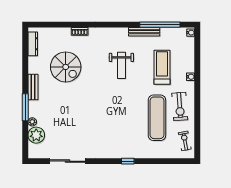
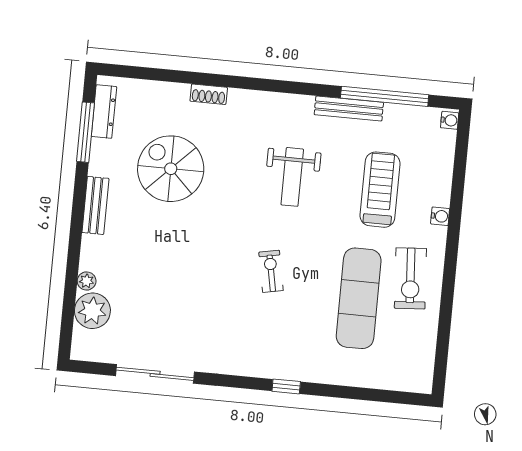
spiral stairs: (66, 67) -> (171, 169), turned 180
window: (25, 107) -> (86, 132), moved
exercise bike: (185, 141) -> (271, 271), moved

